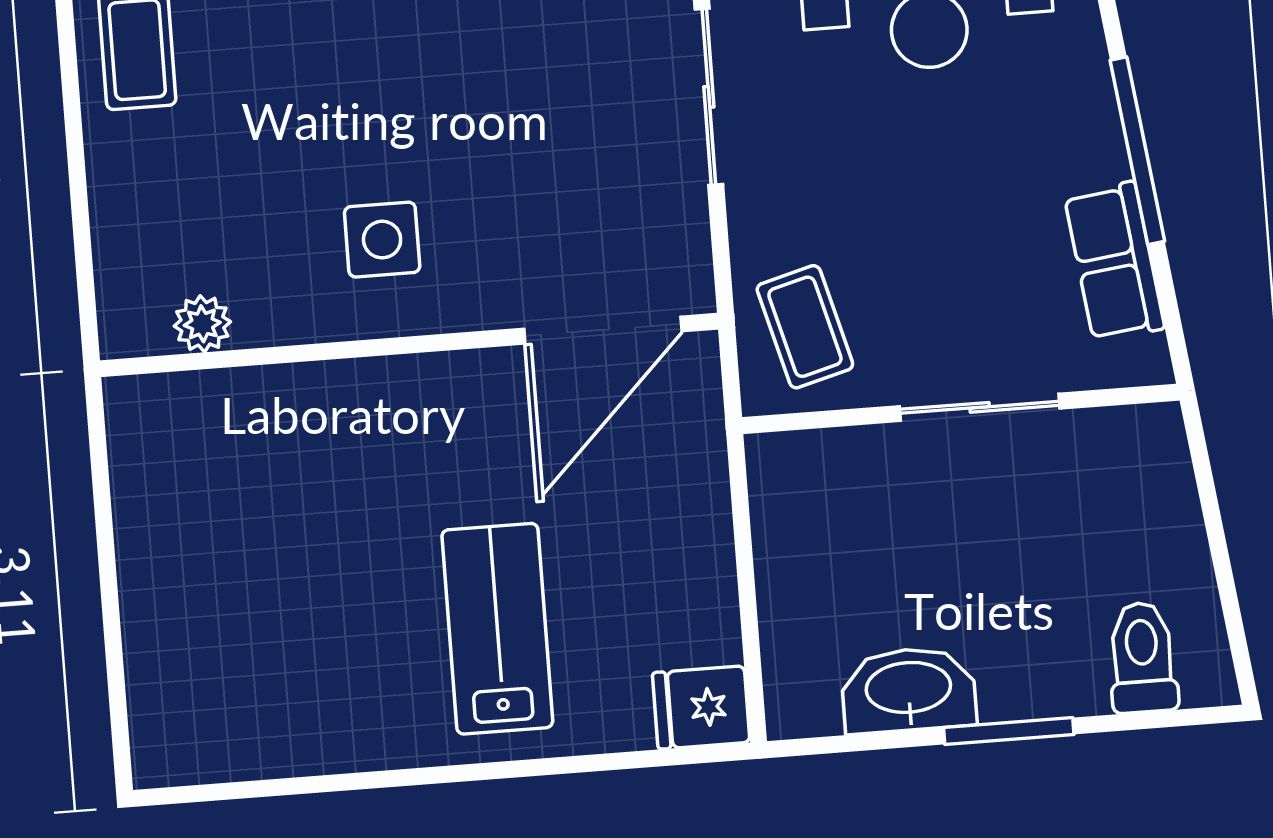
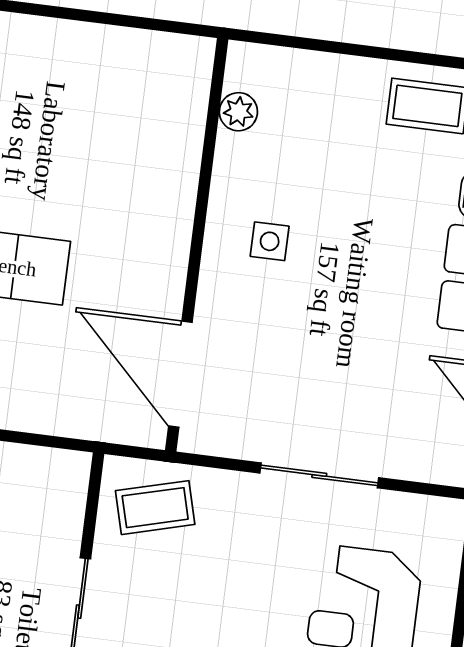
side table: (382, 240) -> (270, 241), width x0.73, depth x0.73

